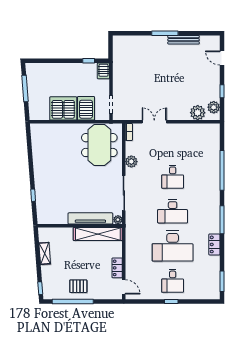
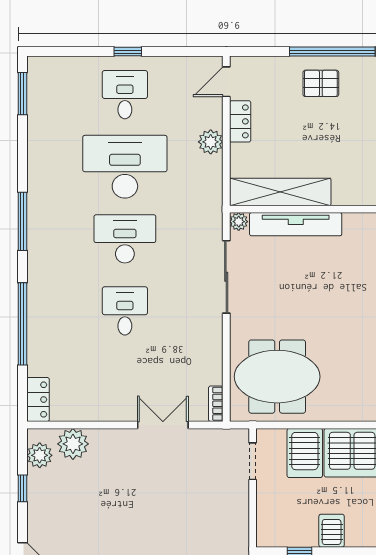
server rack: (103, 71) -> (332, 531), moved
double door: (154, 122) -> (163, 425), swing flipped
meeting table: (99, 145) -> (277, 377), turned 90
plant: (131, 162) -> (211, 142), moved
locker: (214, 244) -> (38, 400), moved
door: (124, 287) -> (226, 82), hinge flipped

